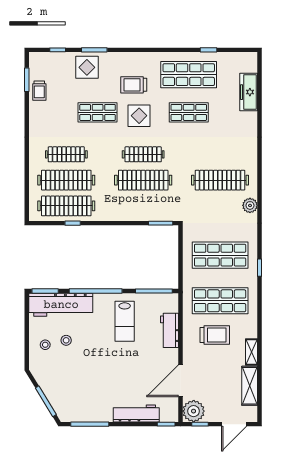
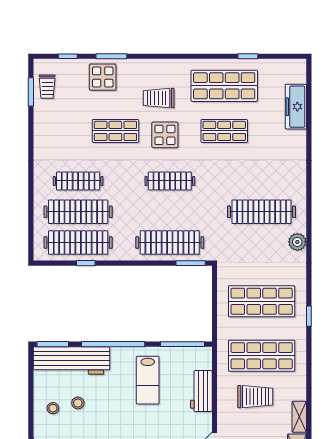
trolley: (39, 91) -> (47, 87), moved
clothes rail: (143, 180) -> (170, 243), moved

